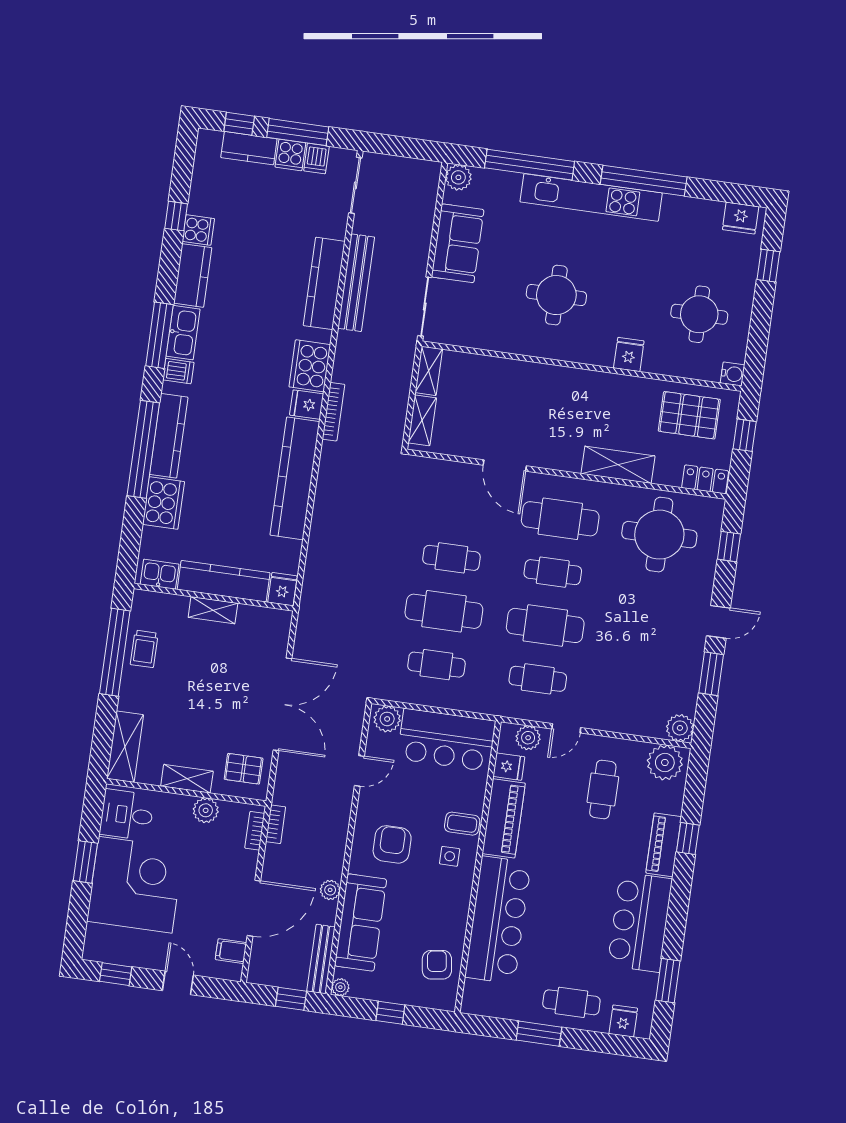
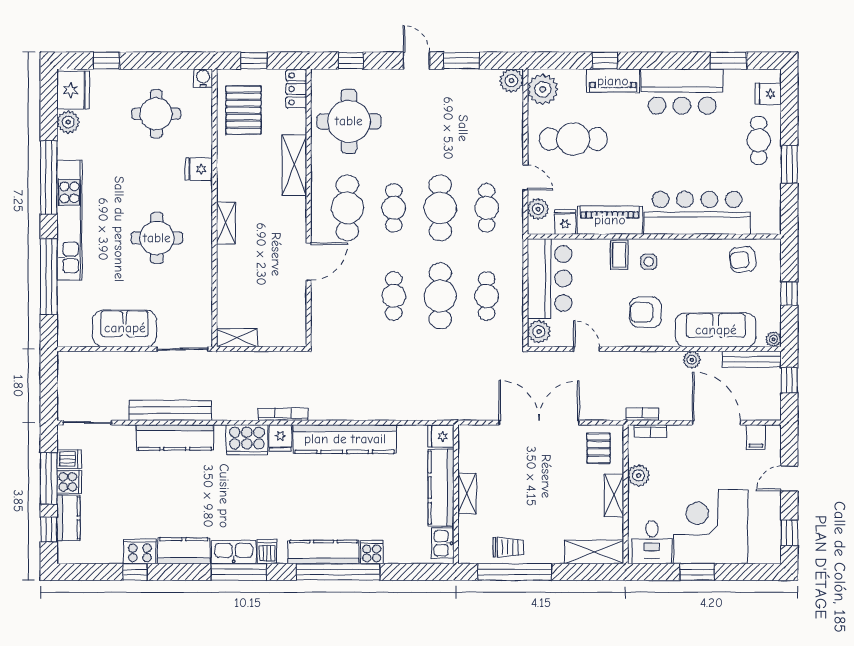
plant: (458, 177) -> (68, 122), moved
fridge: (741, 218) -> (73, 90), width x1.36, depth x1.34
cooker: (198, 230) -> (140, 551), width x1.36
shelving: (422, 420) -> (226, 223), moved, turned 90
cooker: (163, 503) -> (372, 552), width x0.53, depth x0.76
cafe table: (603, 790) -> (573, 139), width x1.37, depth x1.35

